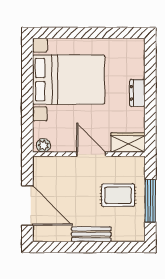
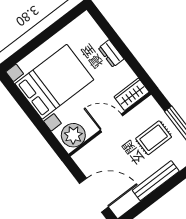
plant: (43, 145) -> (73, 135), width x1.88, depth x1.88
bench: (91, 234) -> (156, 181), width x1.36

